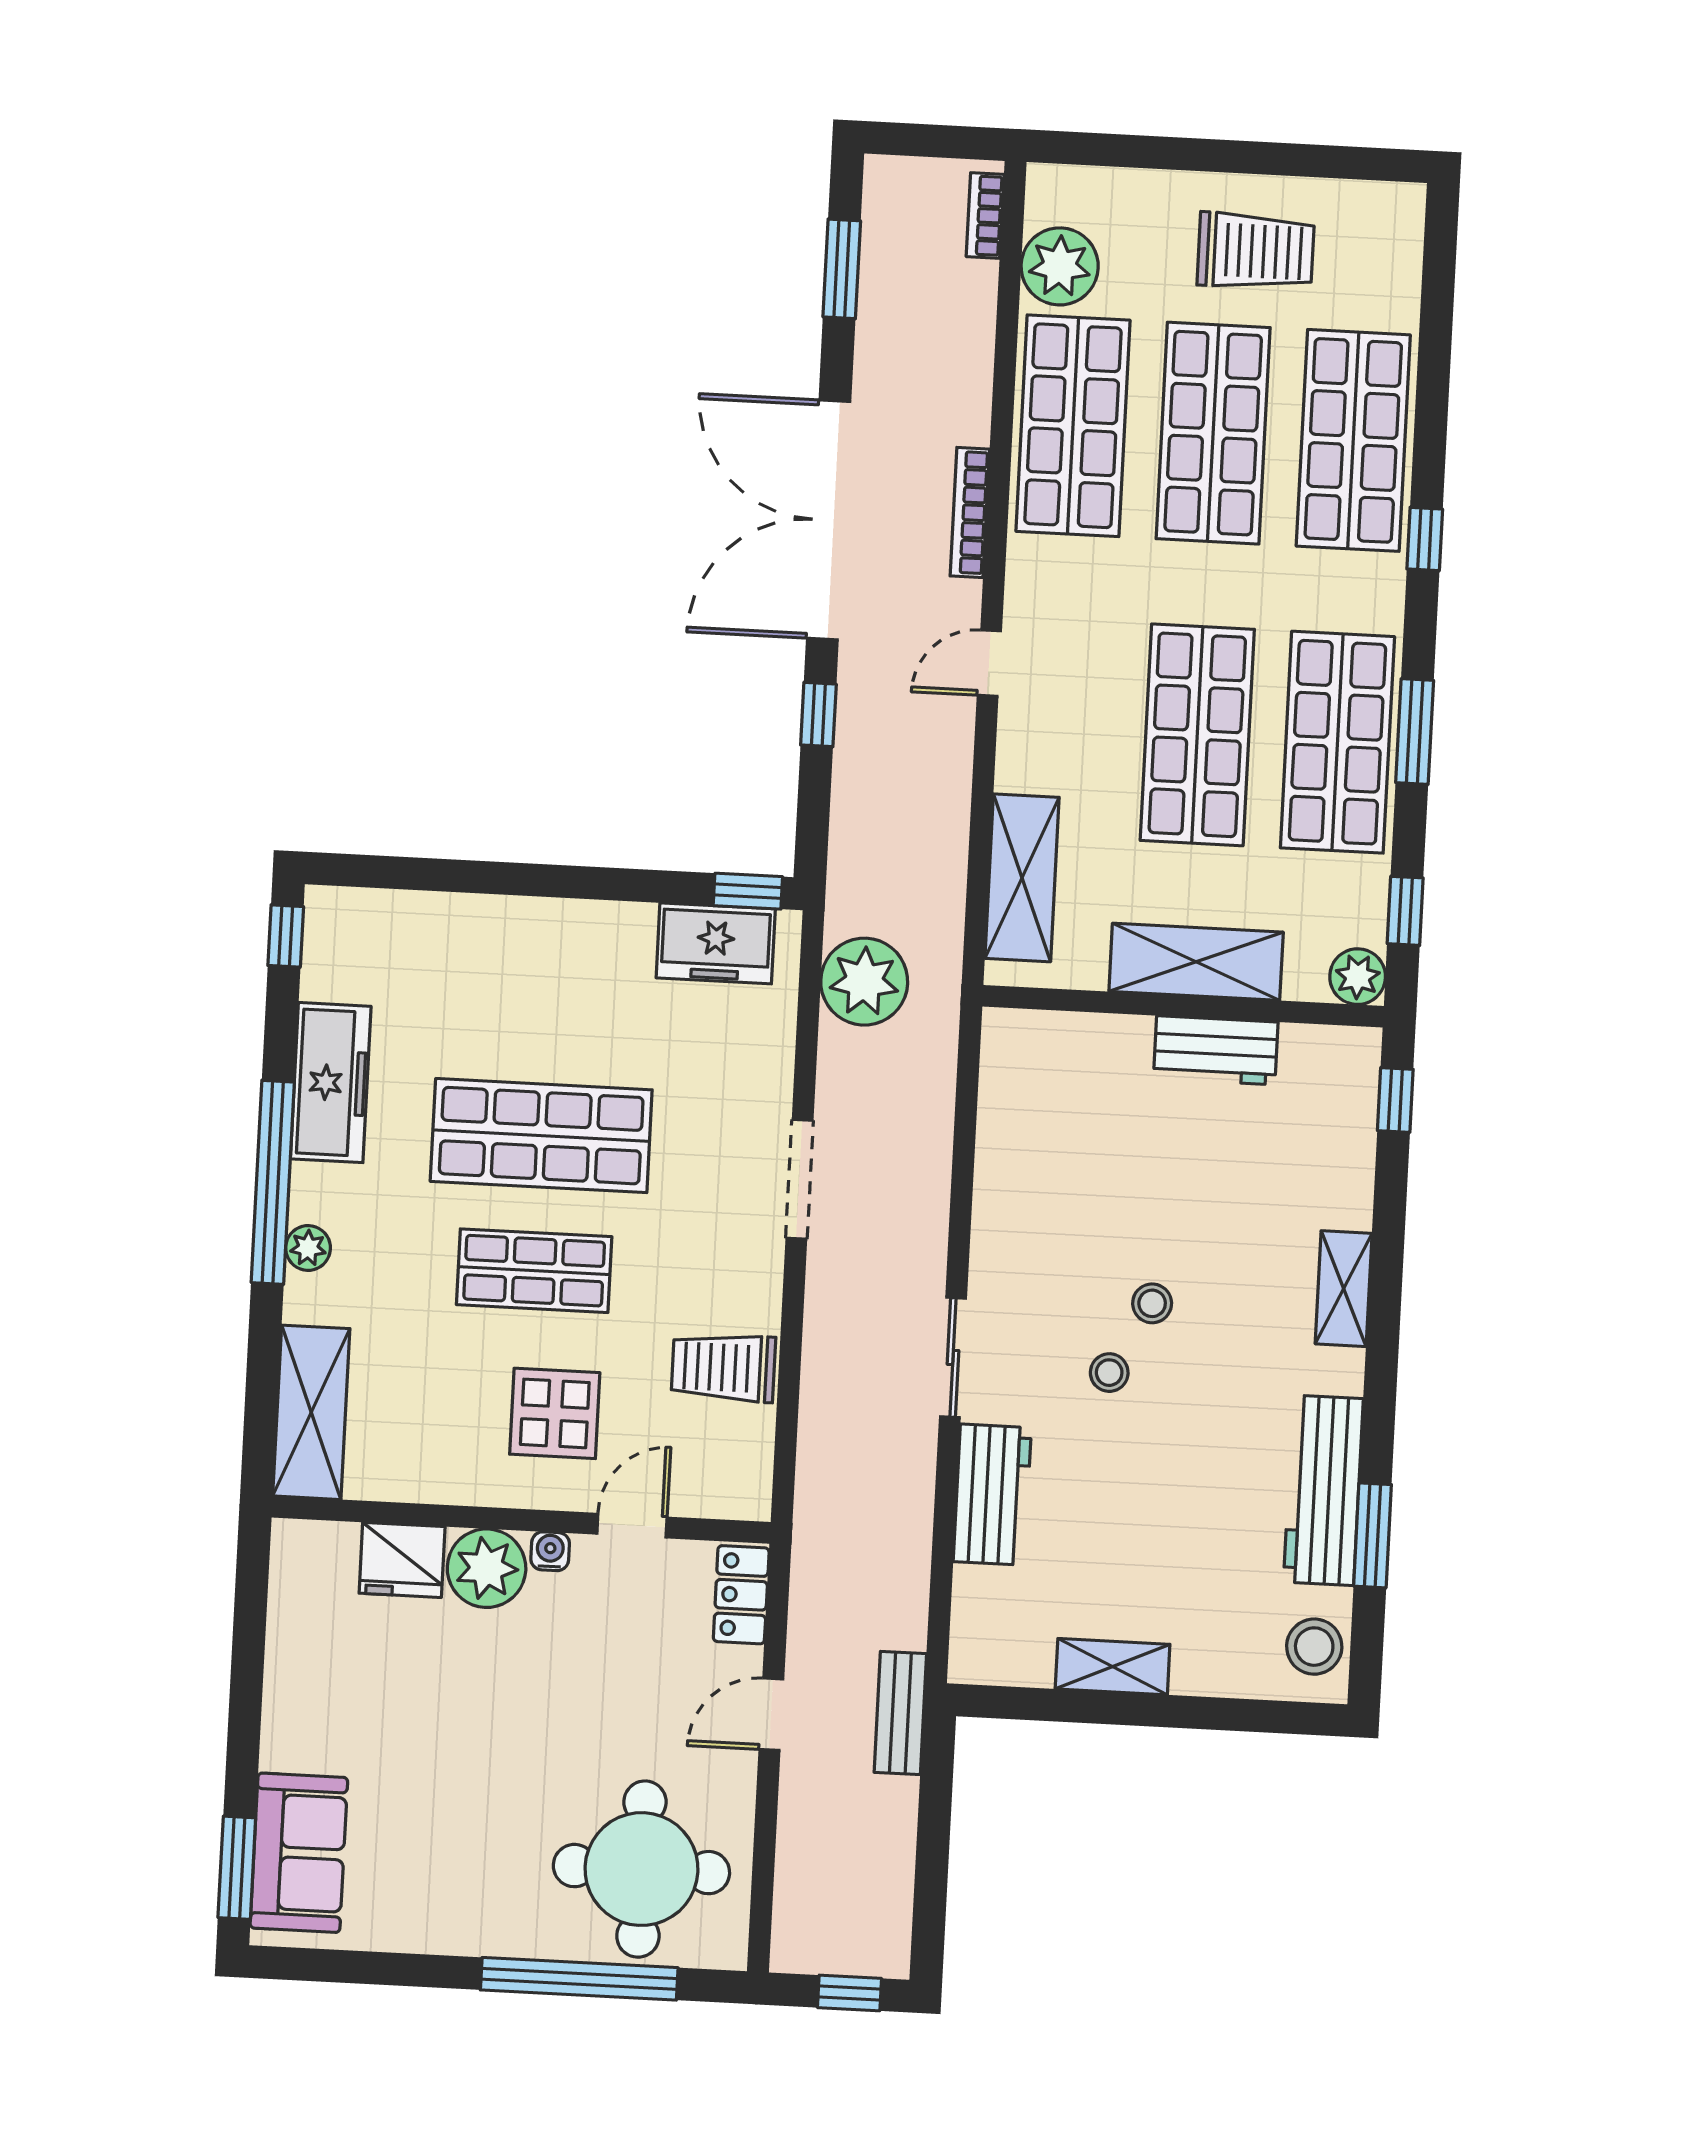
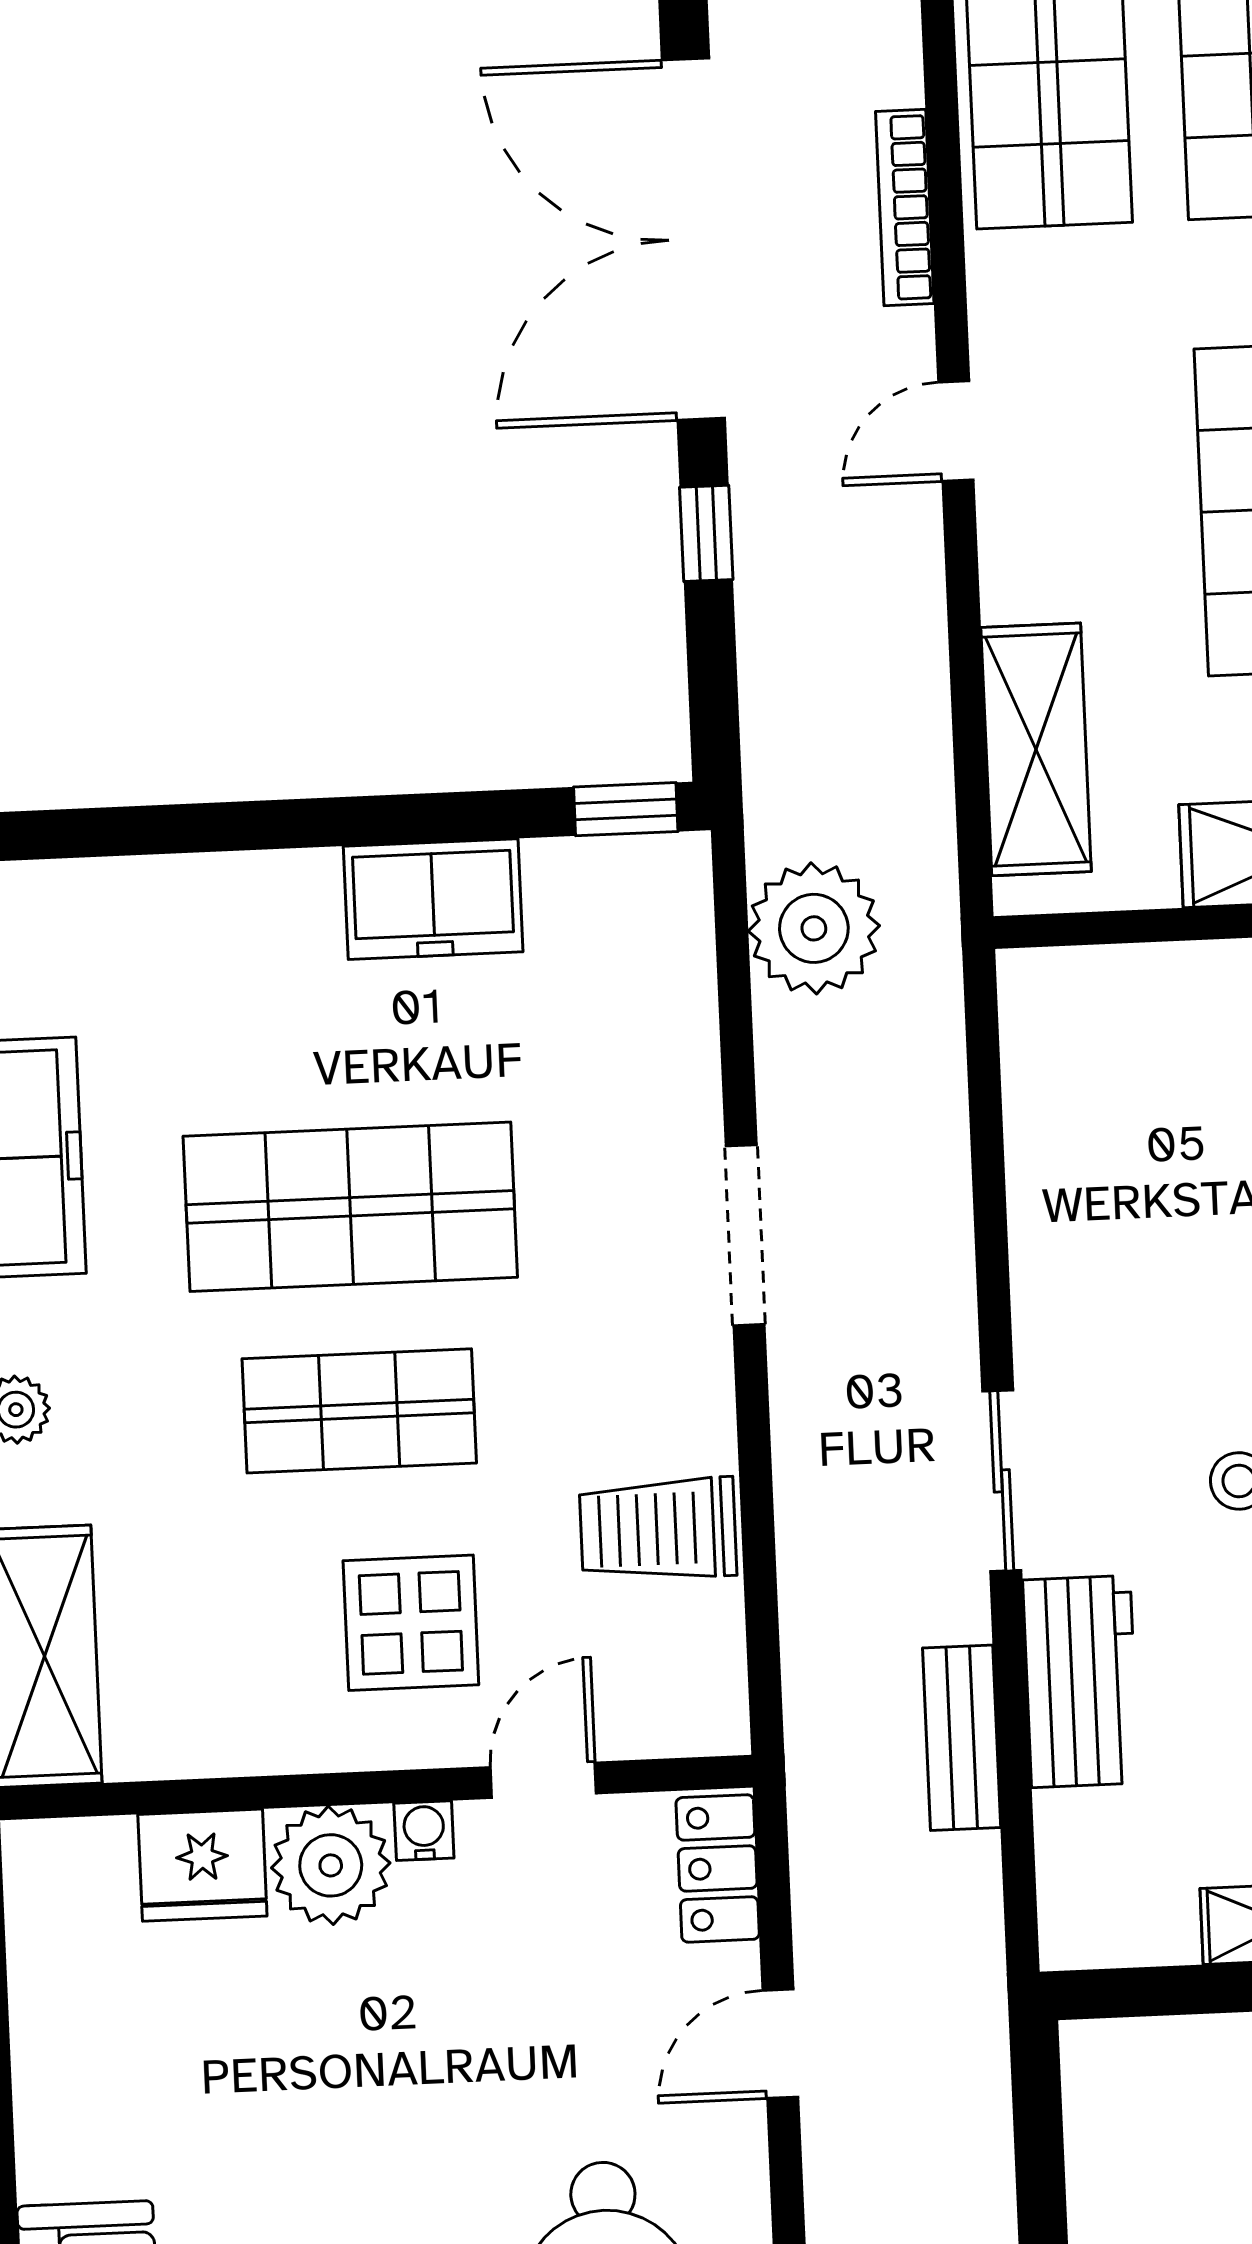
freezer: (716, 943) -> (433, 899), moved
bench: (900, 1713) -> (962, 1738), moved

